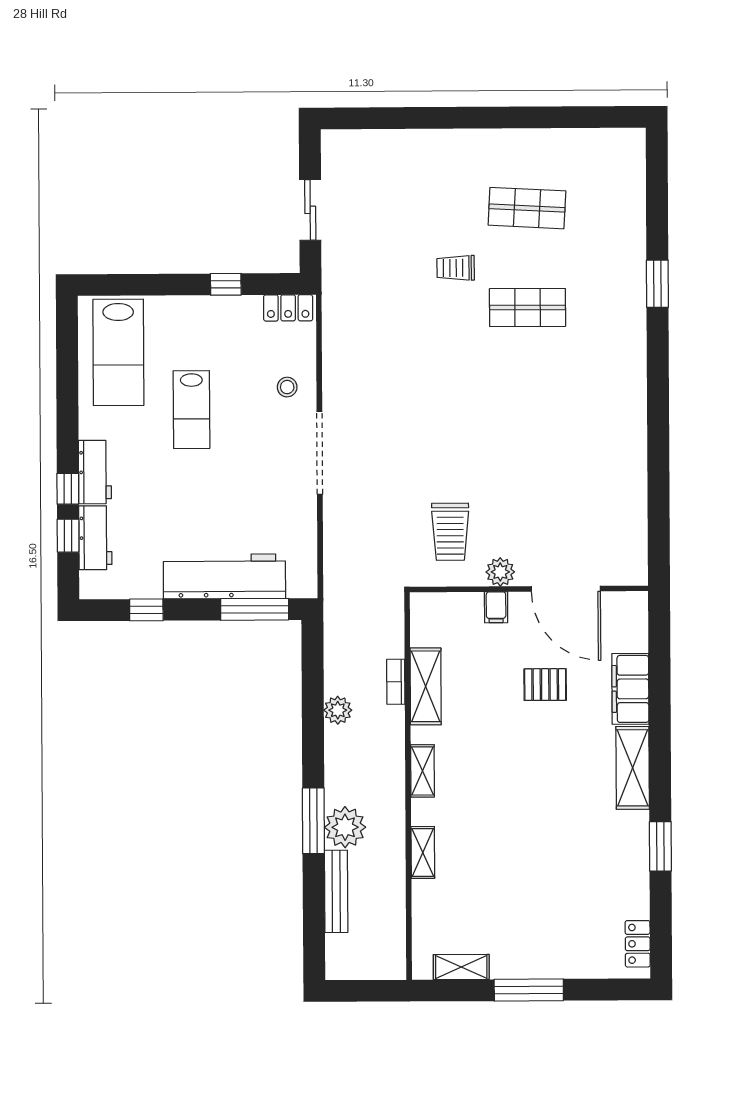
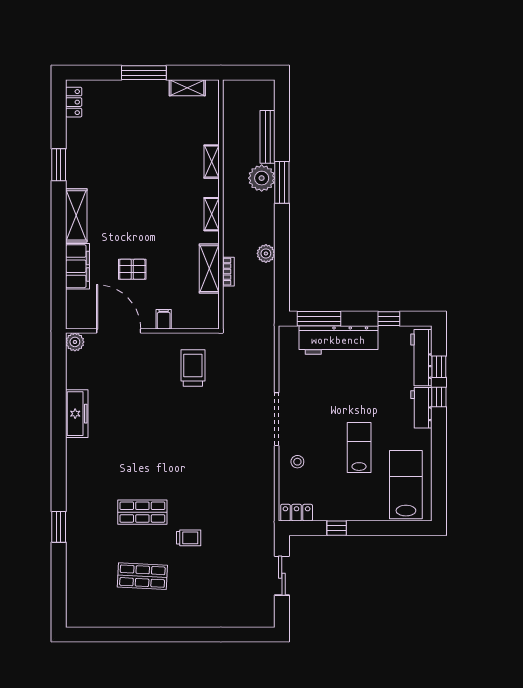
freezer: (630, 460) -> (77, 414), added
workbench: (95, 538) -> (421, 358), width x1.37
plant: (500, 572) -> (75, 342), moved

